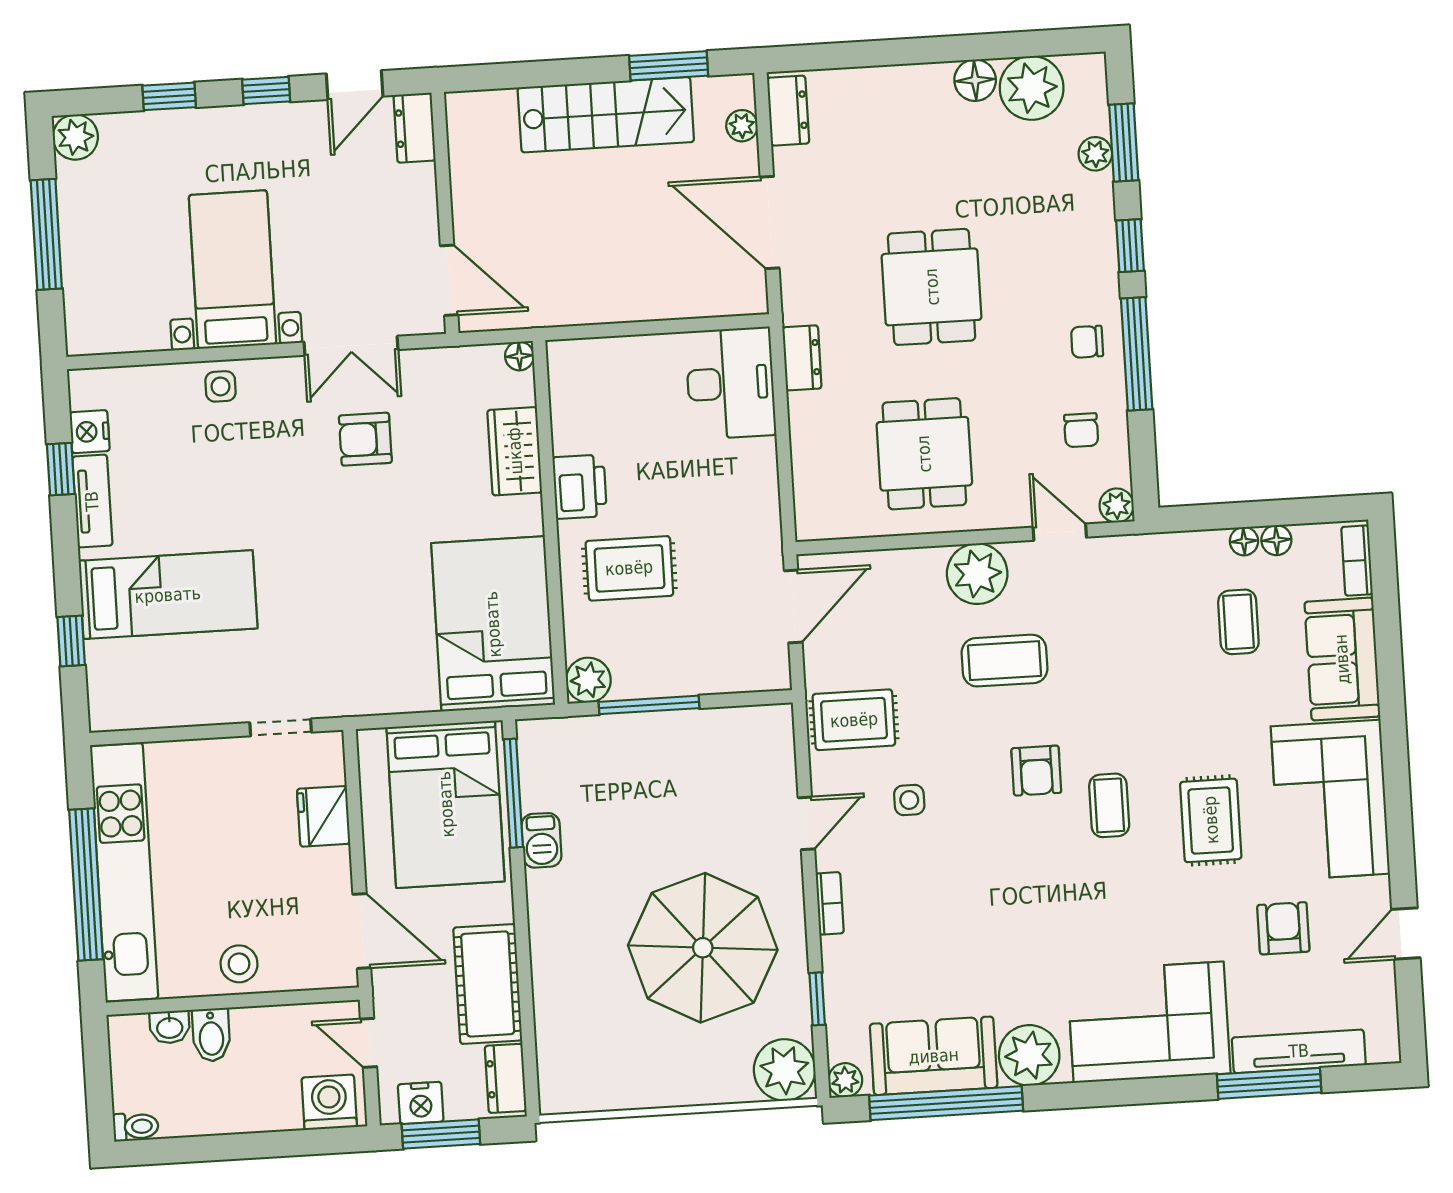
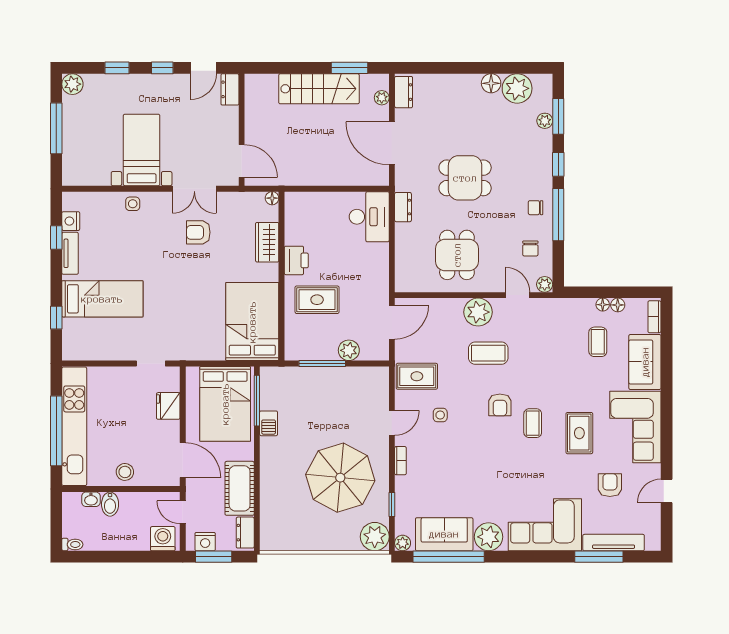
dining table: (932, 287) -> (465, 178), turned 90
plant: (588, 680) -> (349, 350), moved

